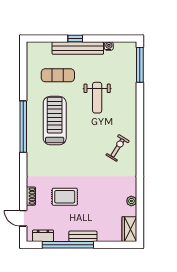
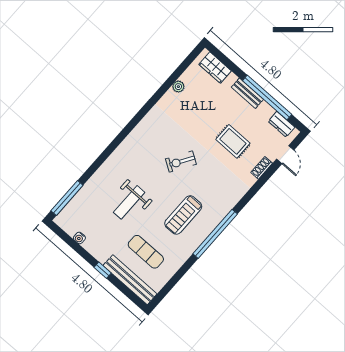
bench: (78, 48) -> (130, 280), moved
weight bench: (97, 98) -> (129, 202), turned 180
treadmill: (55, 121) -> (183, 215), width x0.73, depth x0.73
exercise bike: (118, 148) -> (181, 162), moved
wardrobe: (129, 229) -> (215, 68), moved, turned 90

